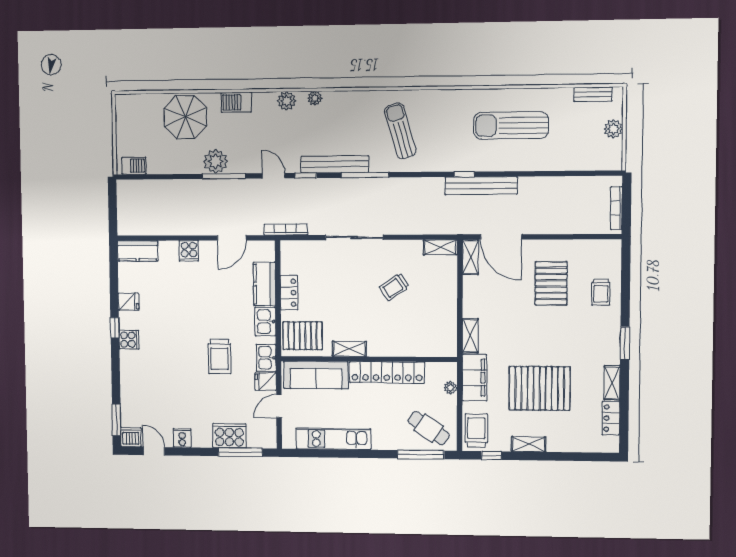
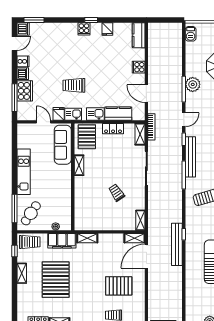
shelving: (298, 248) -> (140, 134), added
locker: (387, 372) -> (65, 188), removed
dishwasher: (202, 439) -> (23, 74), added
kitchen unit: (333, 439) -> (24, 172), moved

